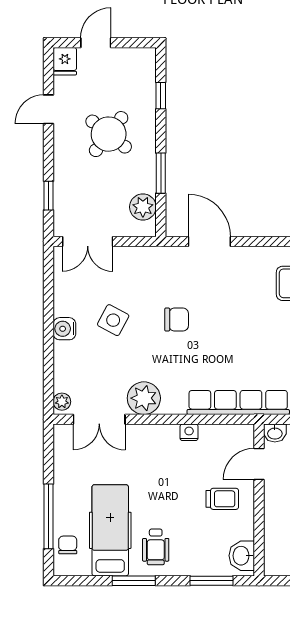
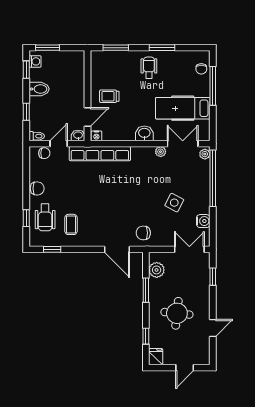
fridge: (65, 61) -> (156, 357), moved
round table: (109, 134) -> (177, 313), turned -32
chair: (177, 320) -> (143, 233), moved
water cooler: (64, 329) -> (203, 221), moved
window: (49, 361) -> (213, 178), added
plant: (144, 398) -> (161, 152), width x0.53, depth x0.53
nightstand: (189, 432) -> (96, 136), moved
hospital bed: (110, 530) -> (183, 108), moved, turned 90
washbasin: (242, 556) -> (144, 133), moved, turned -90

